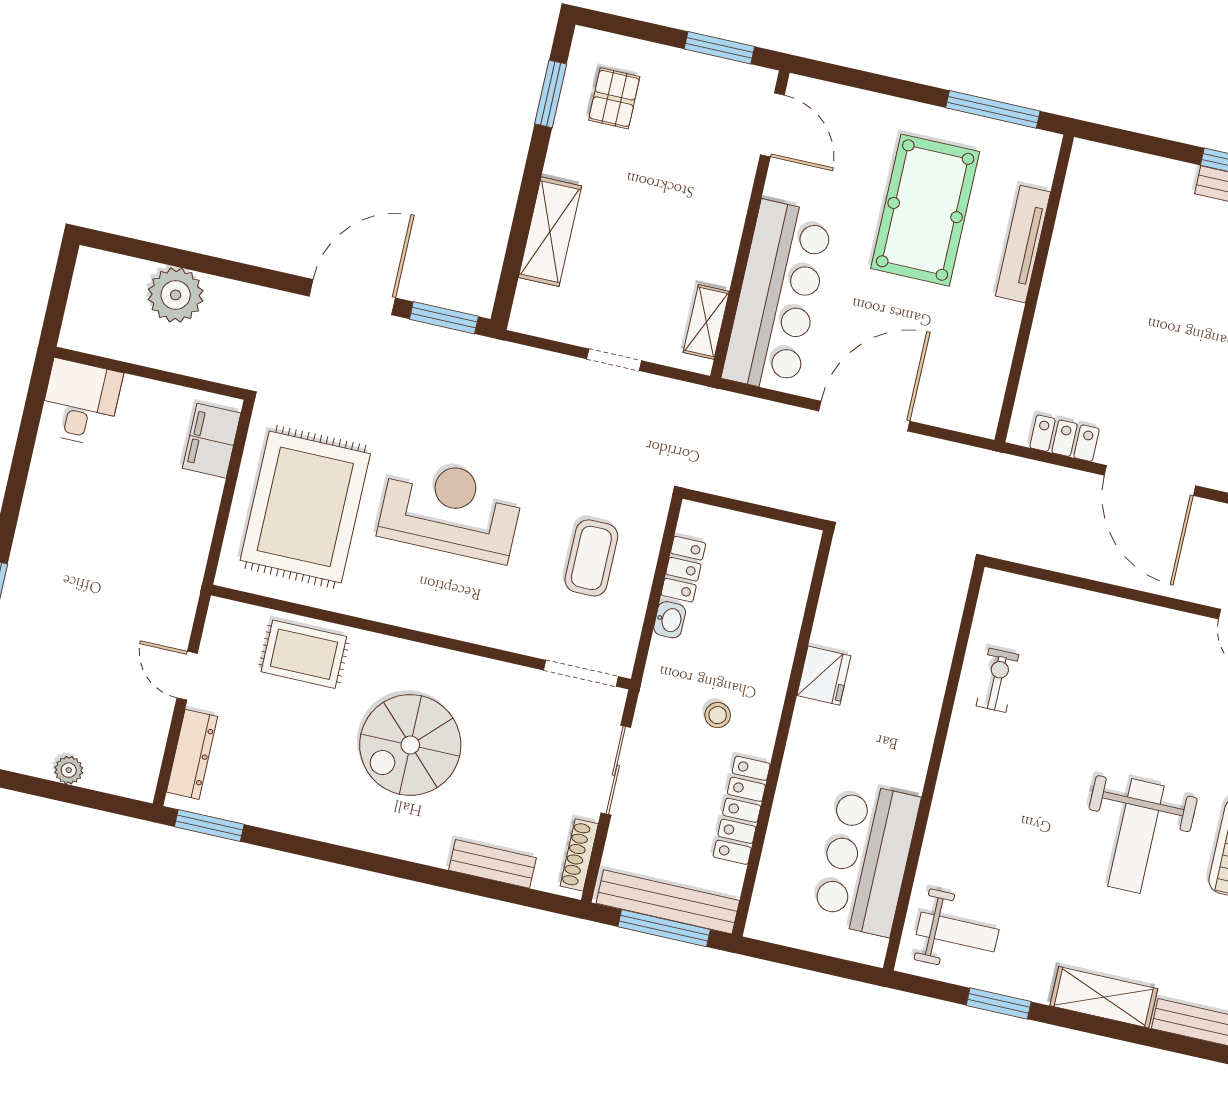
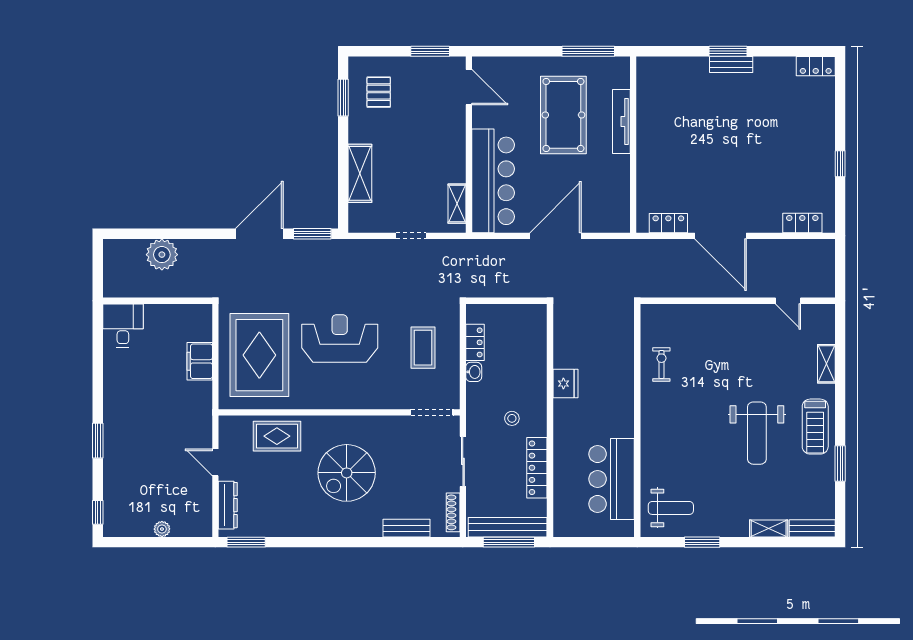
filing cabinet: (212, 441) -> (200, 361), moved
shelving: (1104, 997) -> (769, 528), width x0.67, depth x0.75

